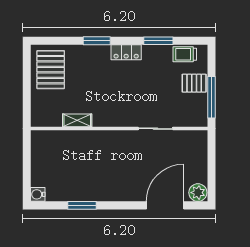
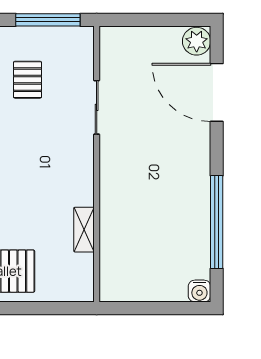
pallet: (194, 83) -> (28, 80), moved
window: (82, 205) -> (217, 222), width x2.11

